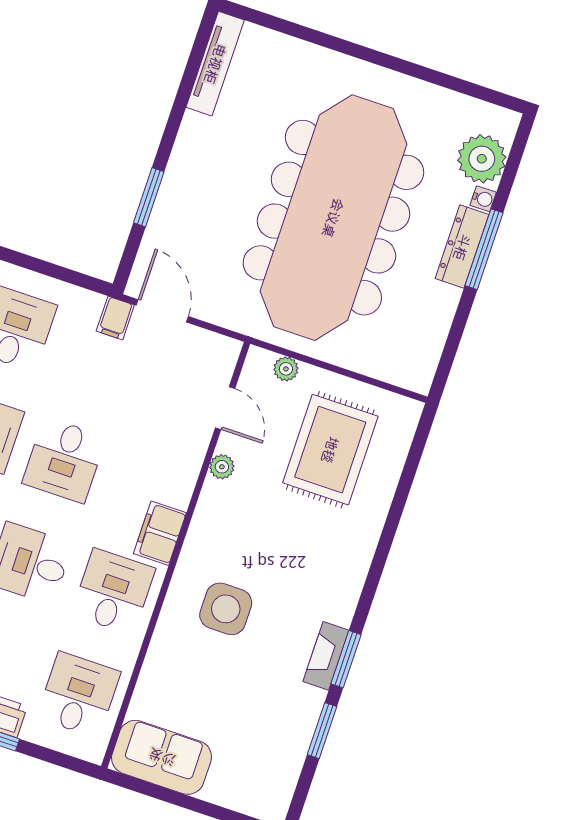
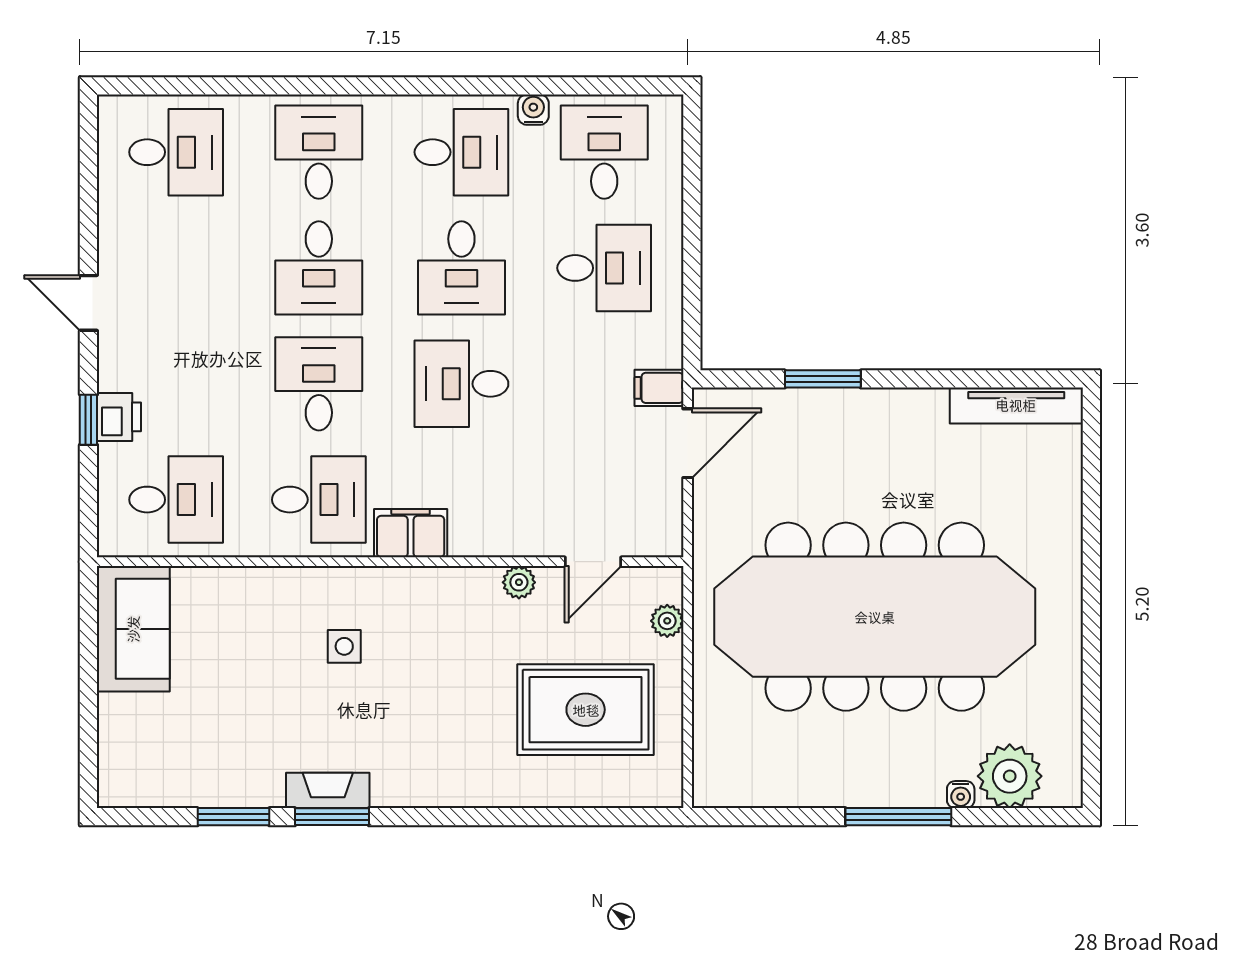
dresser: (462, 247) -> (892, 788), removed
side table: (226, 609) -> (344, 646), width x0.54, depth x0.54

